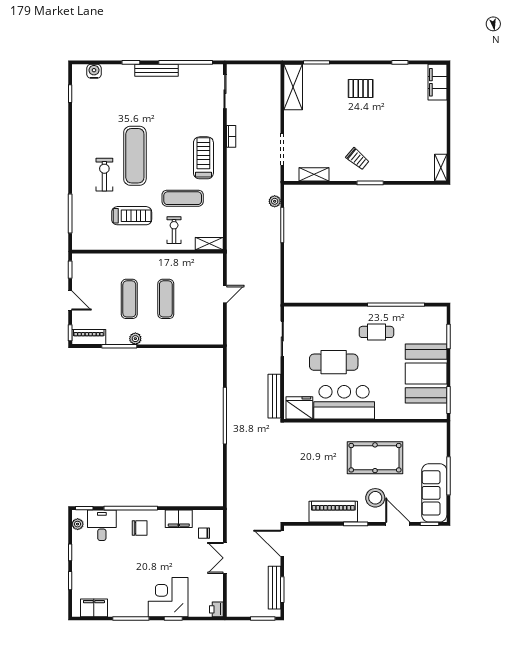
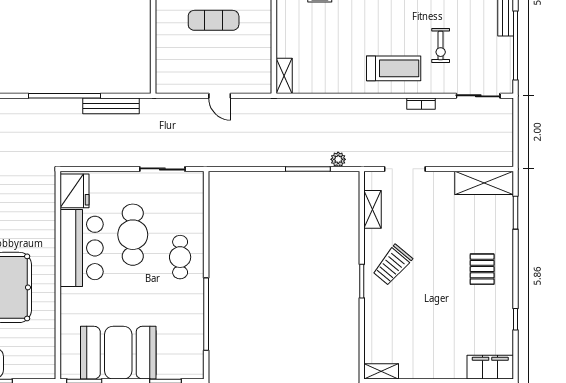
trolley: (357, 159) -> (392, 265), width x1.36, depth x1.39
exercise mat: (183, 198) -> (342, 42), removed
exercise bike: (174, 230) -> (441, 46), moved, turned 90
cafe table: (376, 332) -> (180, 257), moved
bench: (274, 396) -> (111, 106), moved

